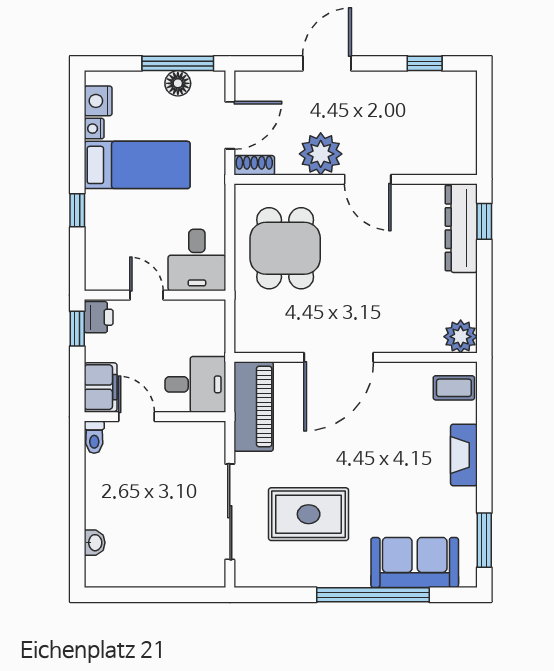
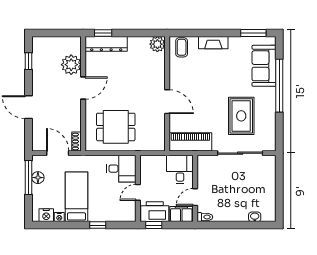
plant: (321, 154) -> (71, 65), moved
printer: (99, 317) -> (155, 212), width x1.87, depth x1.48
door: (339, 357) -> (167, 102), width x0.73

